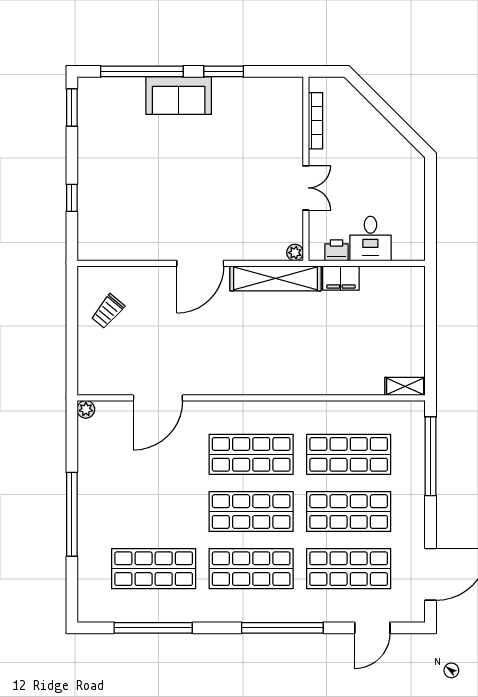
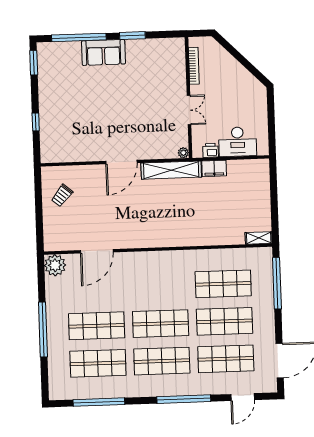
desk: (370, 239) -> (238, 142), width x1.37
plant: (86, 409) -> (55, 265), width x1.88, depth x1.88
shop shelf: (251, 454) -> (97, 326), moved

